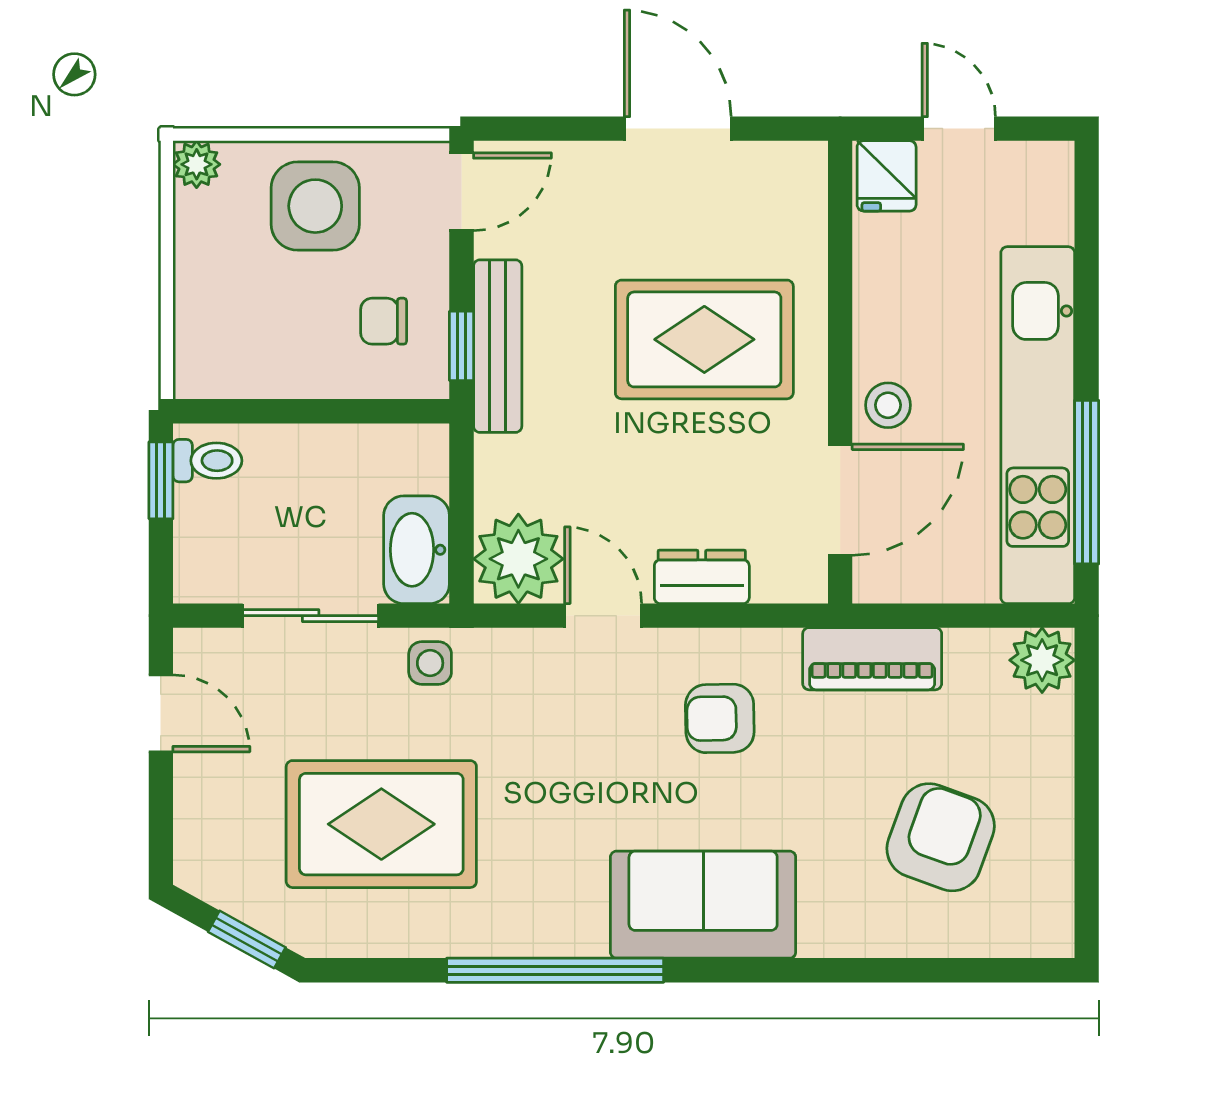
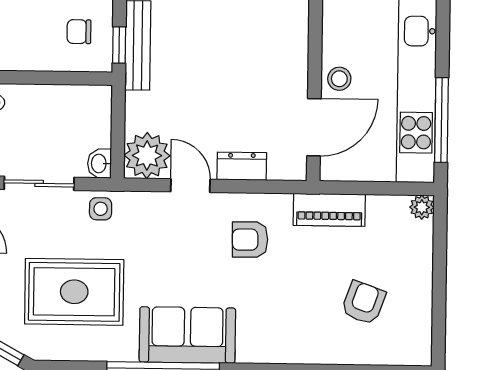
rug: (704, 339) -> (245, 43), removed
washbasin: (417, 550) -> (99, 164), width x0.52, depth x0.69
plant: (1042, 660) -> (422, 207), width x0.73, depth x0.73
armchair: (941, 837) -> (363, 303), width x0.72, depth x0.72
sofa: (703, 905) -> (187, 335), moved

